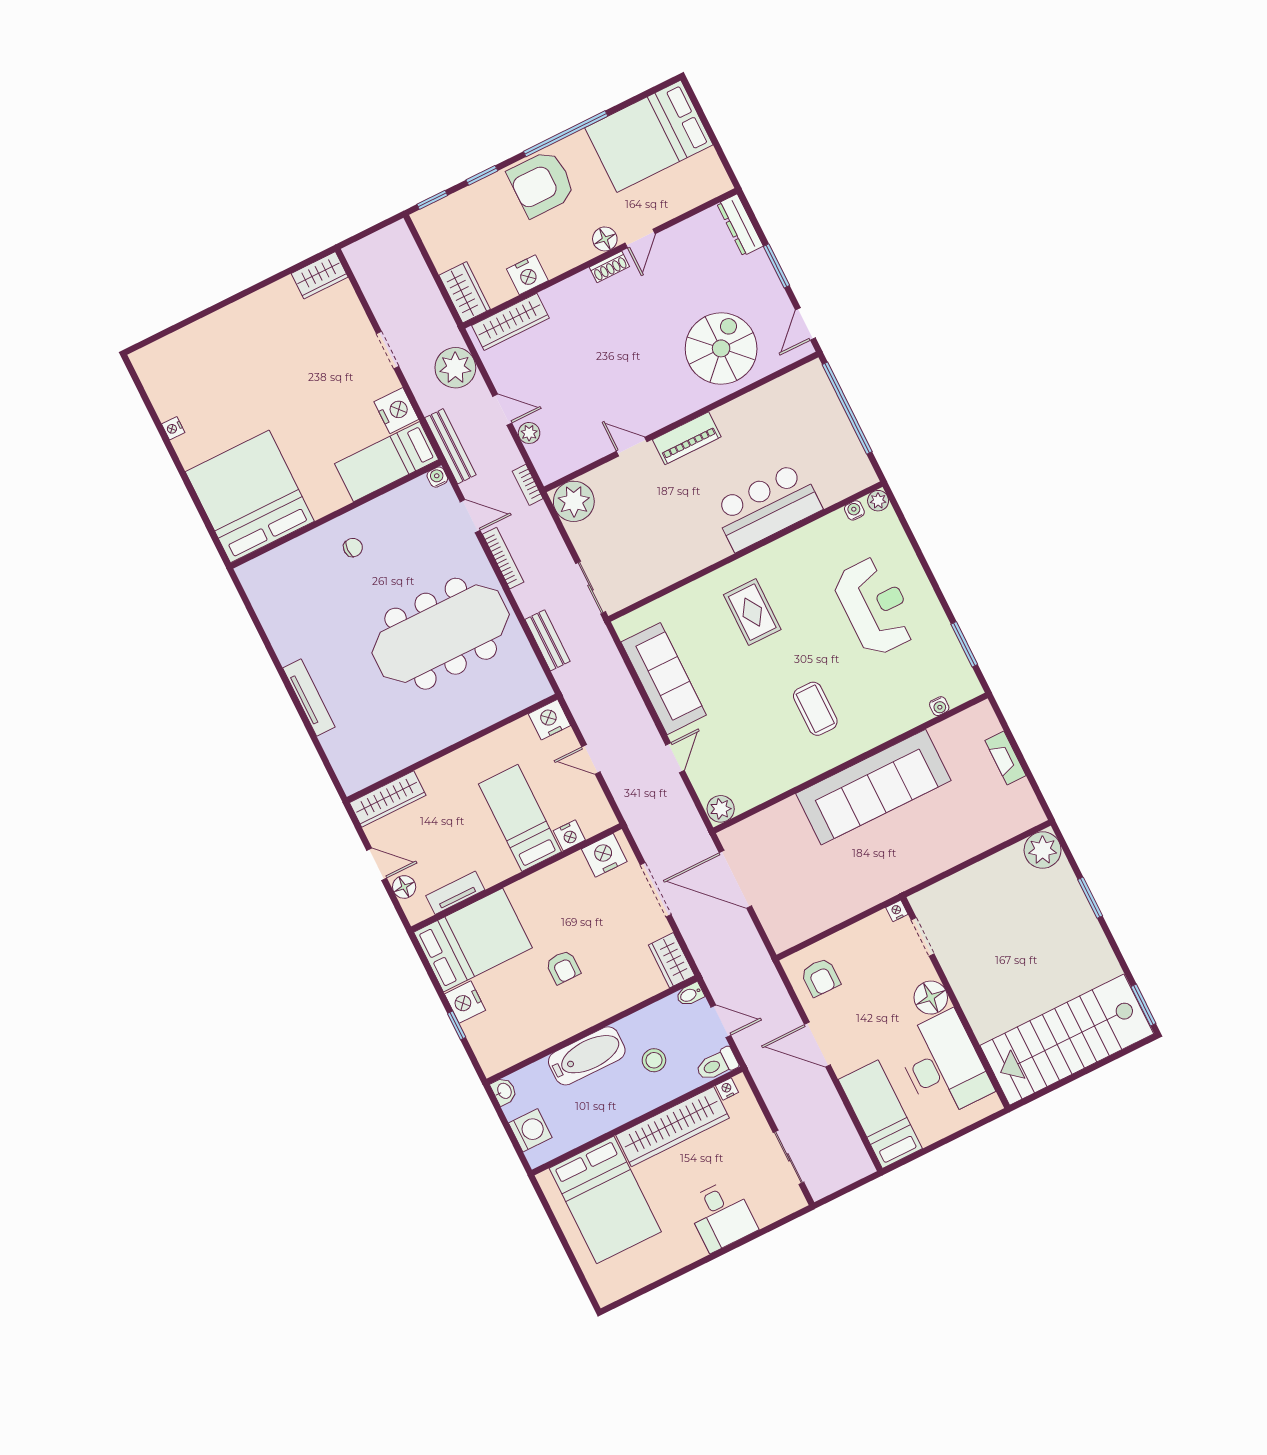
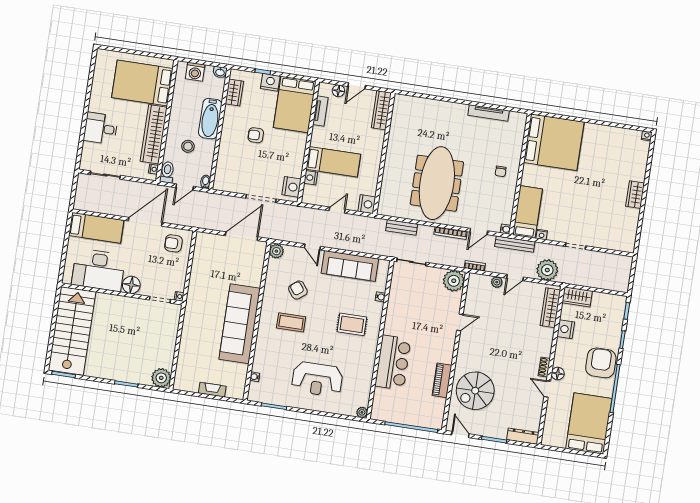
wardrobe: (320, 275) -> (635, 195), moved
spiral stairs: (721, 348) -> (475, 391), turned 90
nightstand: (396, 411) -> (542, 235), width x0.53, depth x0.56
nightstand: (173, 428) -> (647, 136), moved
piano: (687, 438) -> (442, 380), moved
water cooler: (854, 510) -> (380, 297), moved
tv unit: (309, 698) -> (489, 113), moved
armchair: (758, 733) -> (298, 290), added
wardrobe: (672, 960) -> (234, 93), moved, turned 90
door: (817, 1045) -> (145, 222), width x1.36

